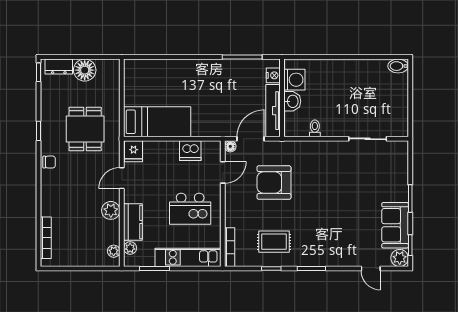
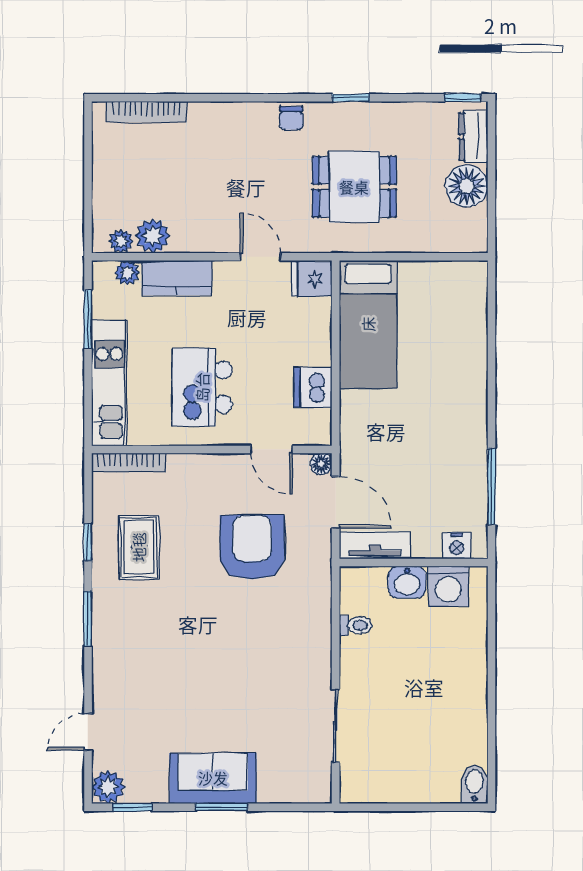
tv unit: (273, 111) -> (375, 545), width x0.71
plant: (111, 210) -> (153, 236), moved
sofa: (395, 225) -> (213, 778), moved

